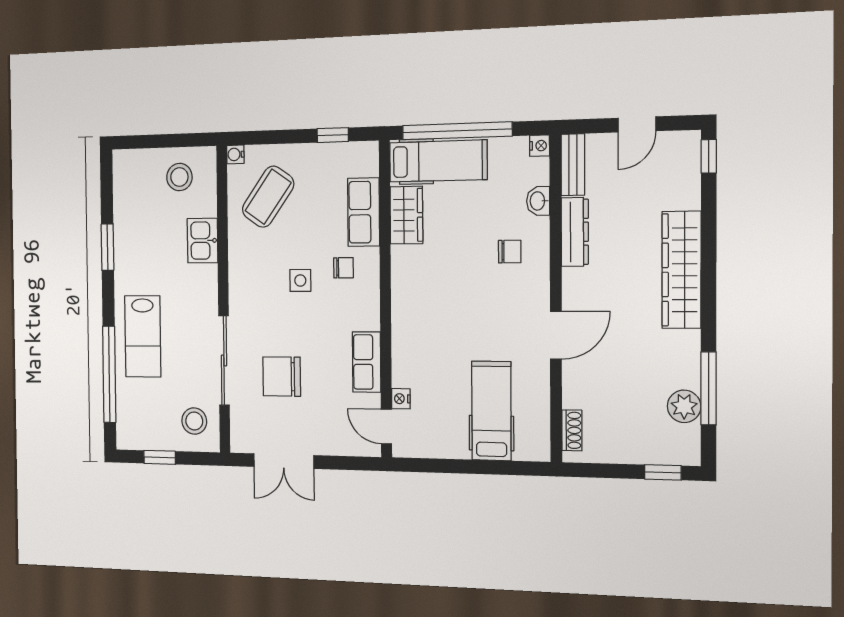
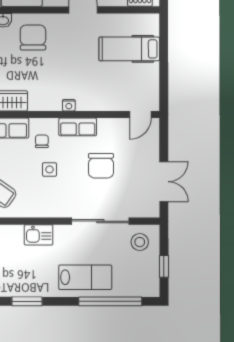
kitchen sink: (202, 241) -> (39, 235), moved
chair: (510, 252) -> (33, 37), width x1.87, depth x1.87
row of seats: (367, 362) -> (78, 127), moved
chair: (282, 377) -> (101, 166), moved
nightstand: (401, 399) -> (69, 105), moved

